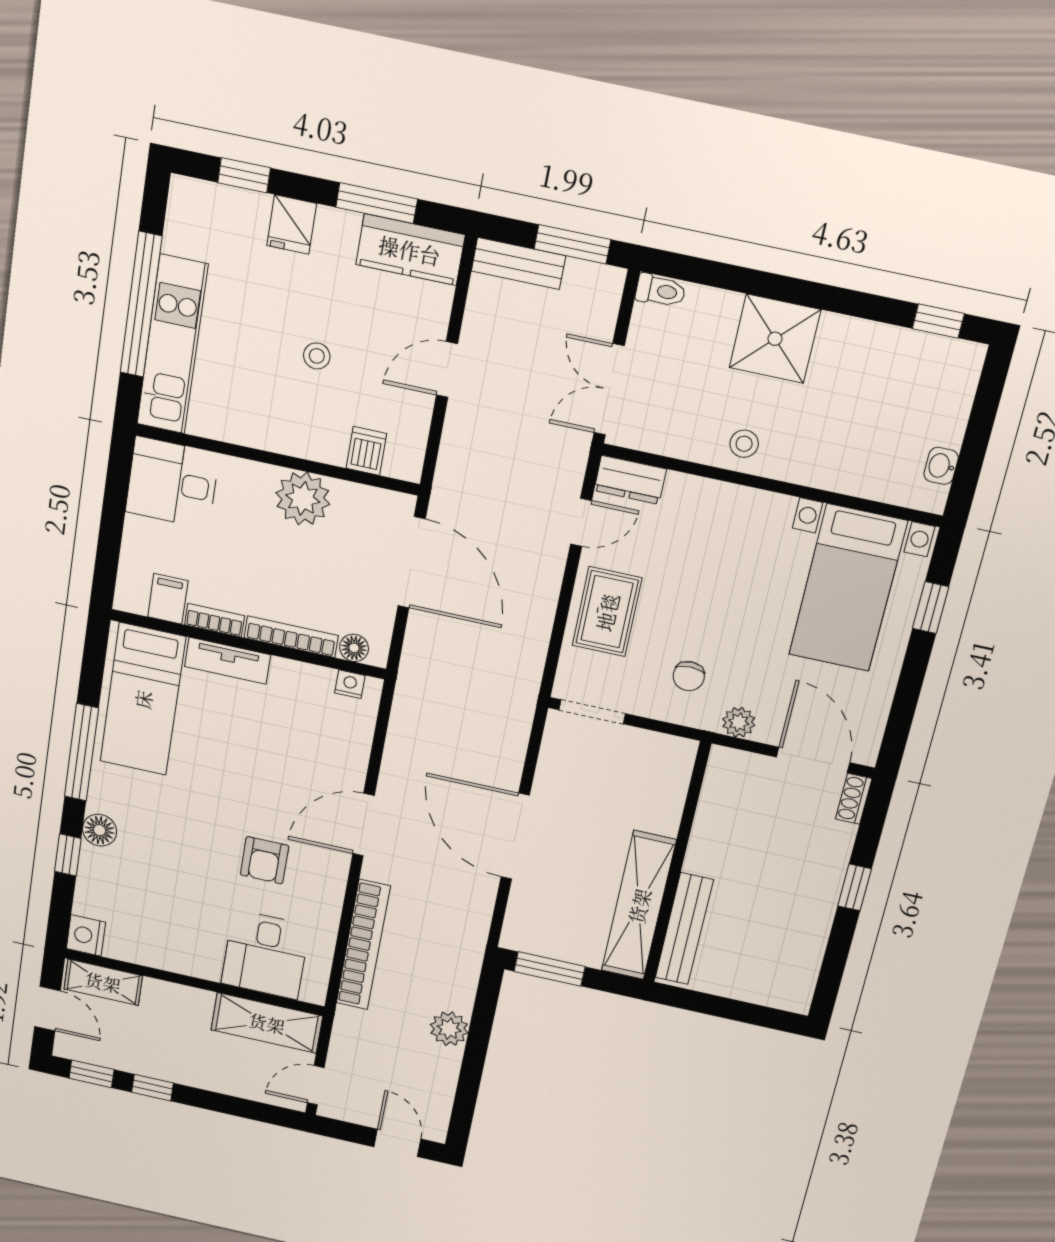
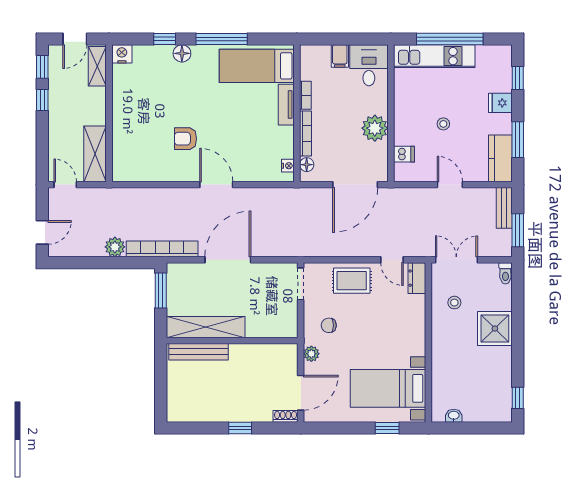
stool: (744, 444) -> (454, 303), moved
filing cabinet: (168, 599) -> (340, 56), moved, turned 90
bookcase: (363, 945) -> (162, 249), moved, turned 180
desk: (265, 955) -> (134, 147), removed

